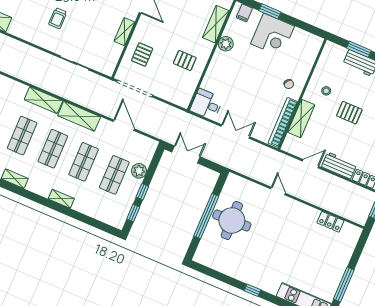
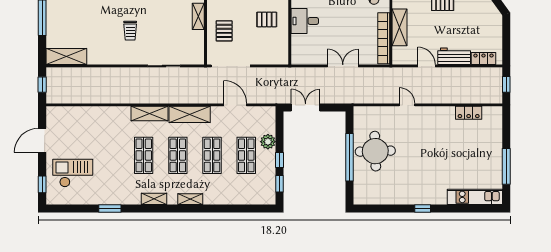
desk: (206, 104) -> (305, 21), moved
door: (311, 164) -> (427, 66), hinge flipped
shelving: (61, 199) -> (190, 199), moved

